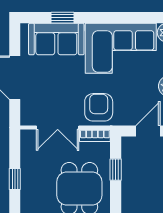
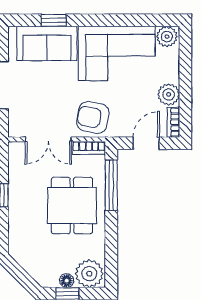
armchair: (99, 107) -> (93, 118), turned -80
window: (116, 170) -> (111, 185), width x2.17

